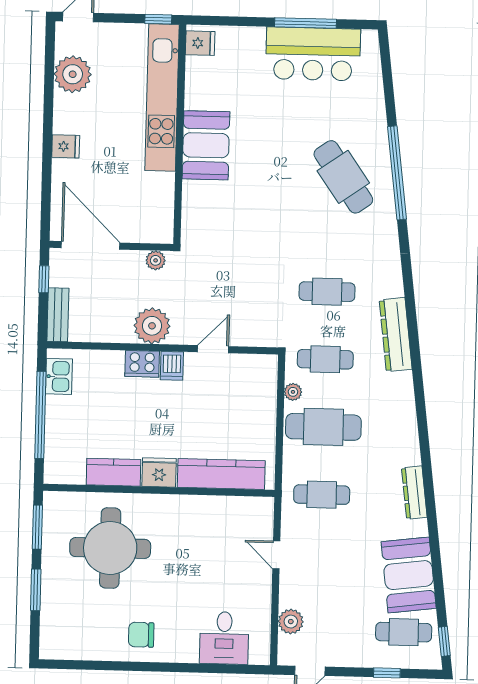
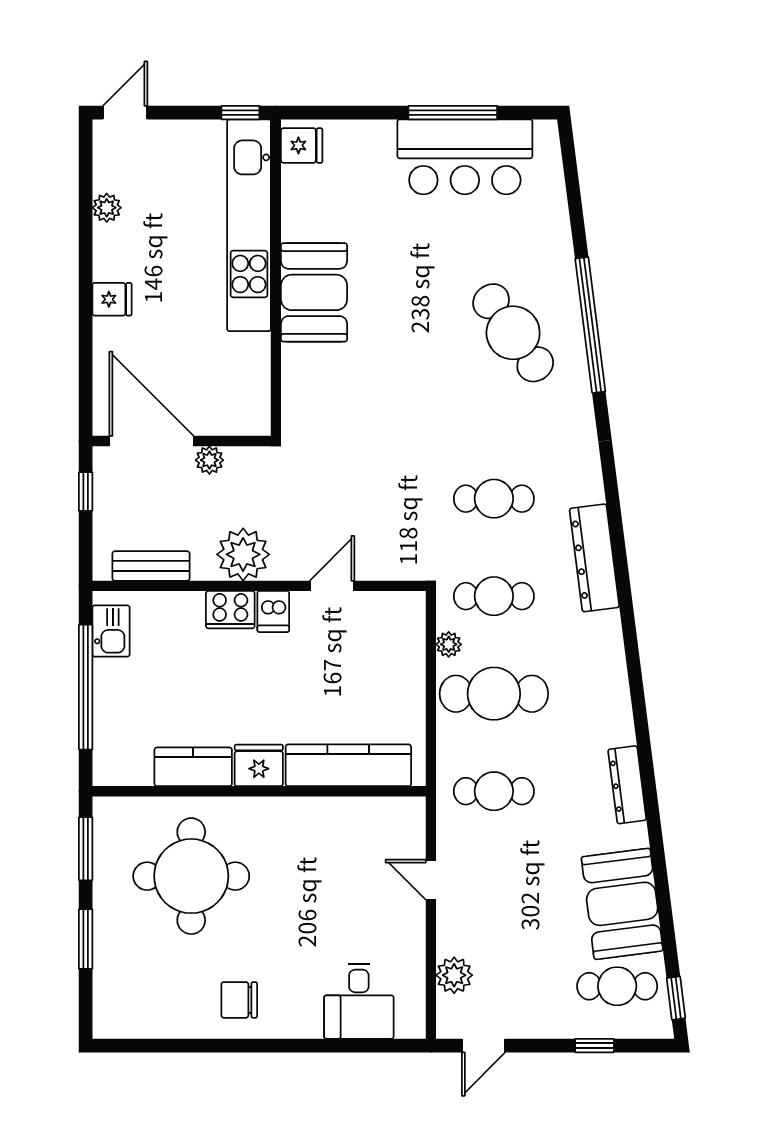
plant: (73, 74) -> (107, 208), width x0.53, depth x0.53
plant: (156, 260) -> (209, 460), moved
bench: (58, 315) -> (151, 566), moved, turned 90

